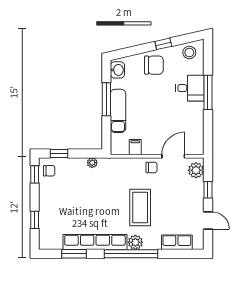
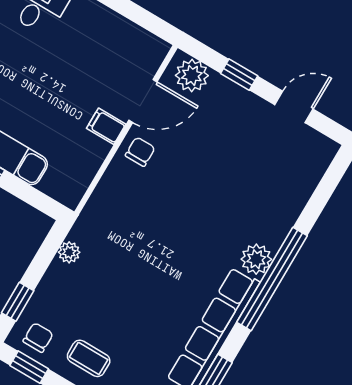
filing cabinet: (135, 147) -> (106, 126), moved
door: (173, 156) -> (143, 101), swing flipped
coffee table: (140, 207) -> (89, 358), moved, width x0.54, depth x0.58
row of seats: (177, 242) -> (300, 185), removed

